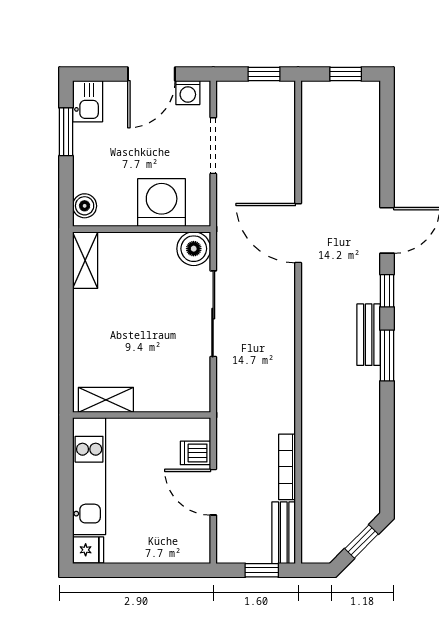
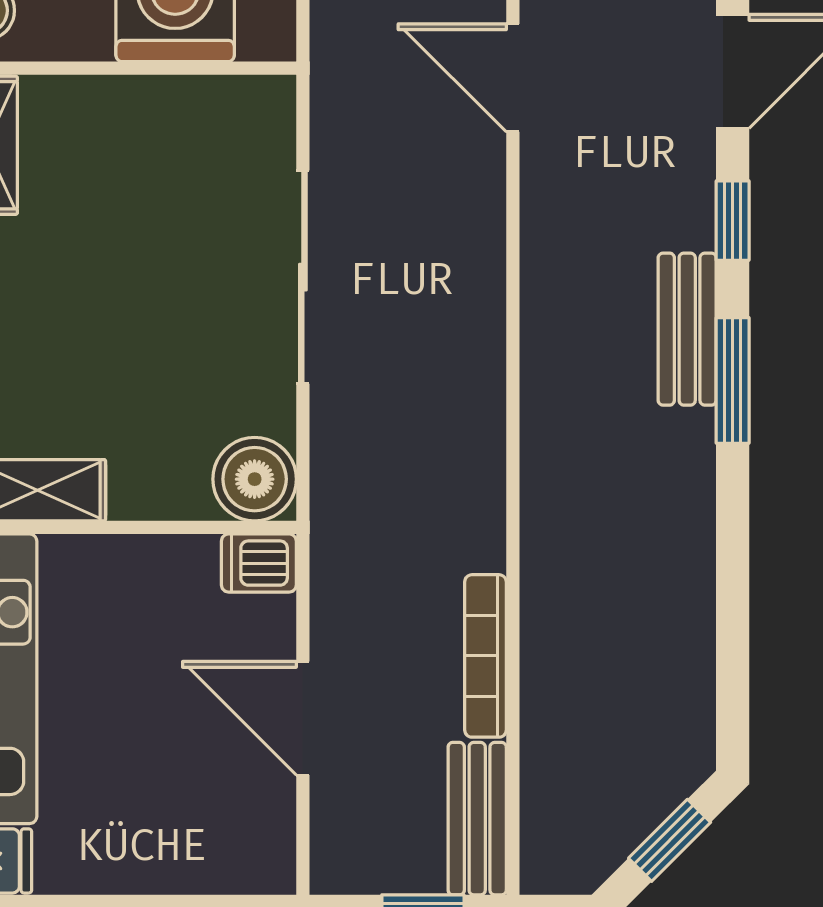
door: (298, 233) -> (513, 78), width x0.73
boiler: (194, 249) -> (255, 479), moved
dishwasher: (195, 453) -> (259, 563), moved

